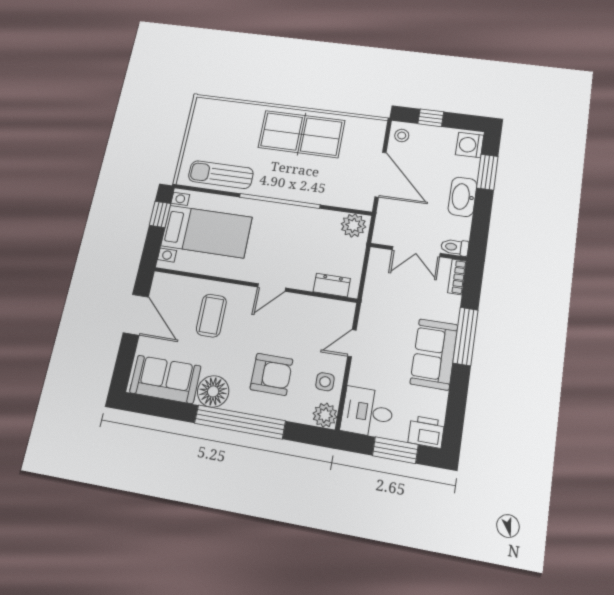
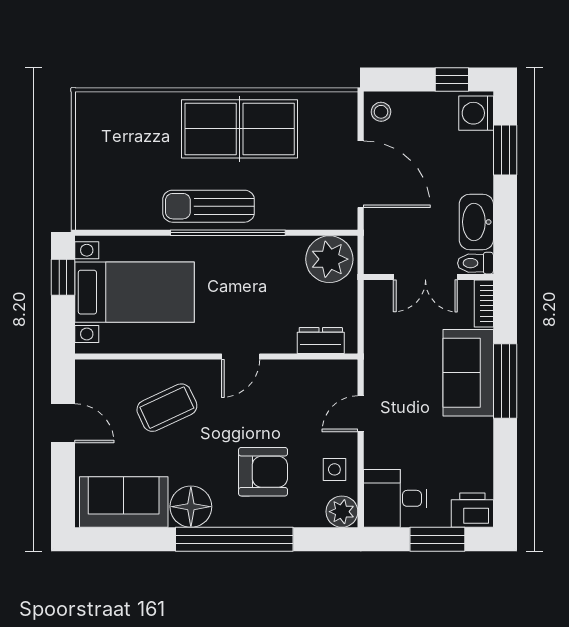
window: (431, 118) -> (452, 80), moved
sun lounger: (221, 175) -> (209, 206), moved
washbasin: (462, 197) -> (476, 222), moved
plant: (353, 225) -> (329, 259), width x1.36, depth x1.36
door: (136, 315) -> (63, 423), width x0.73
coffee table: (211, 316) -> (167, 408), turned 65
sofa: (434, 354) -> (468, 373), moved

